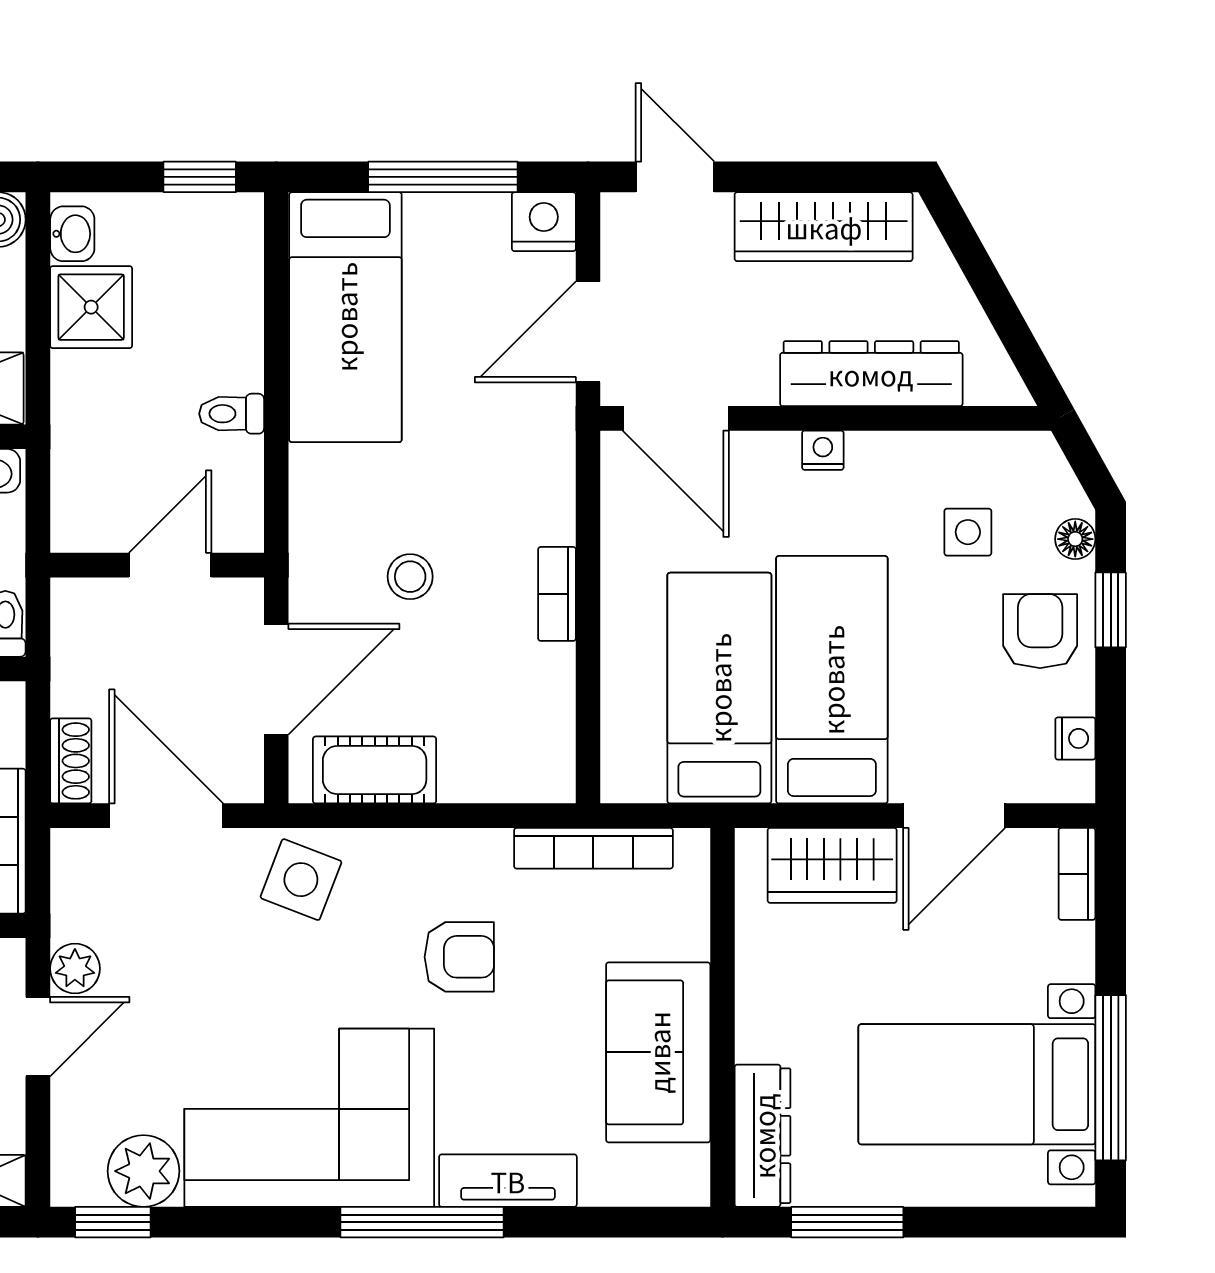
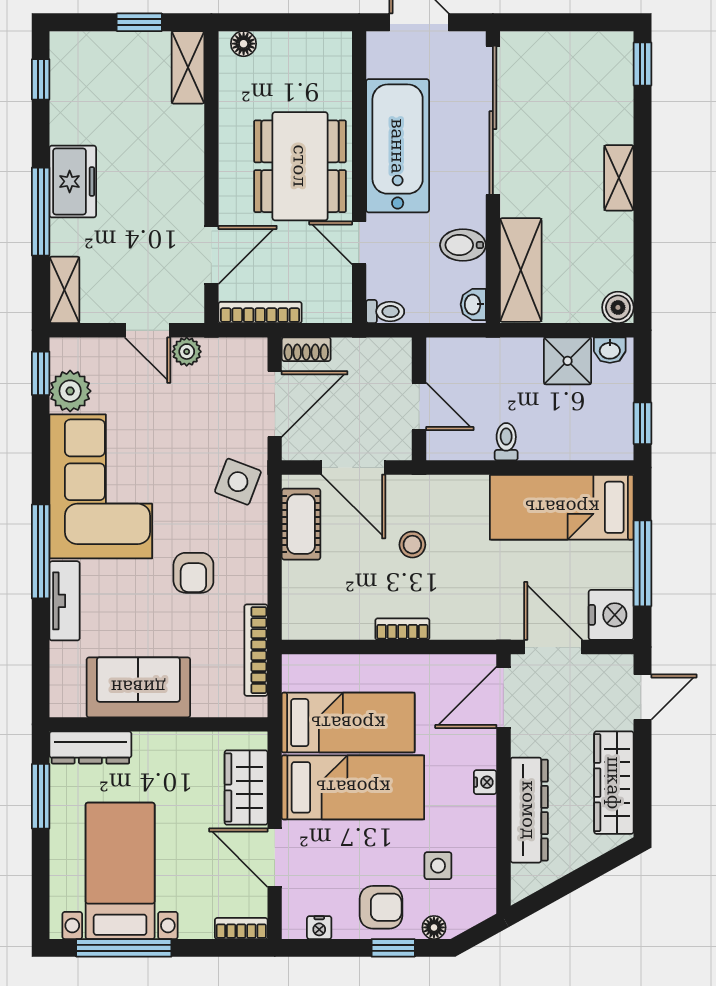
nightstand: (544, 222) -> (611, 615), width x1.36, depth x1.33

